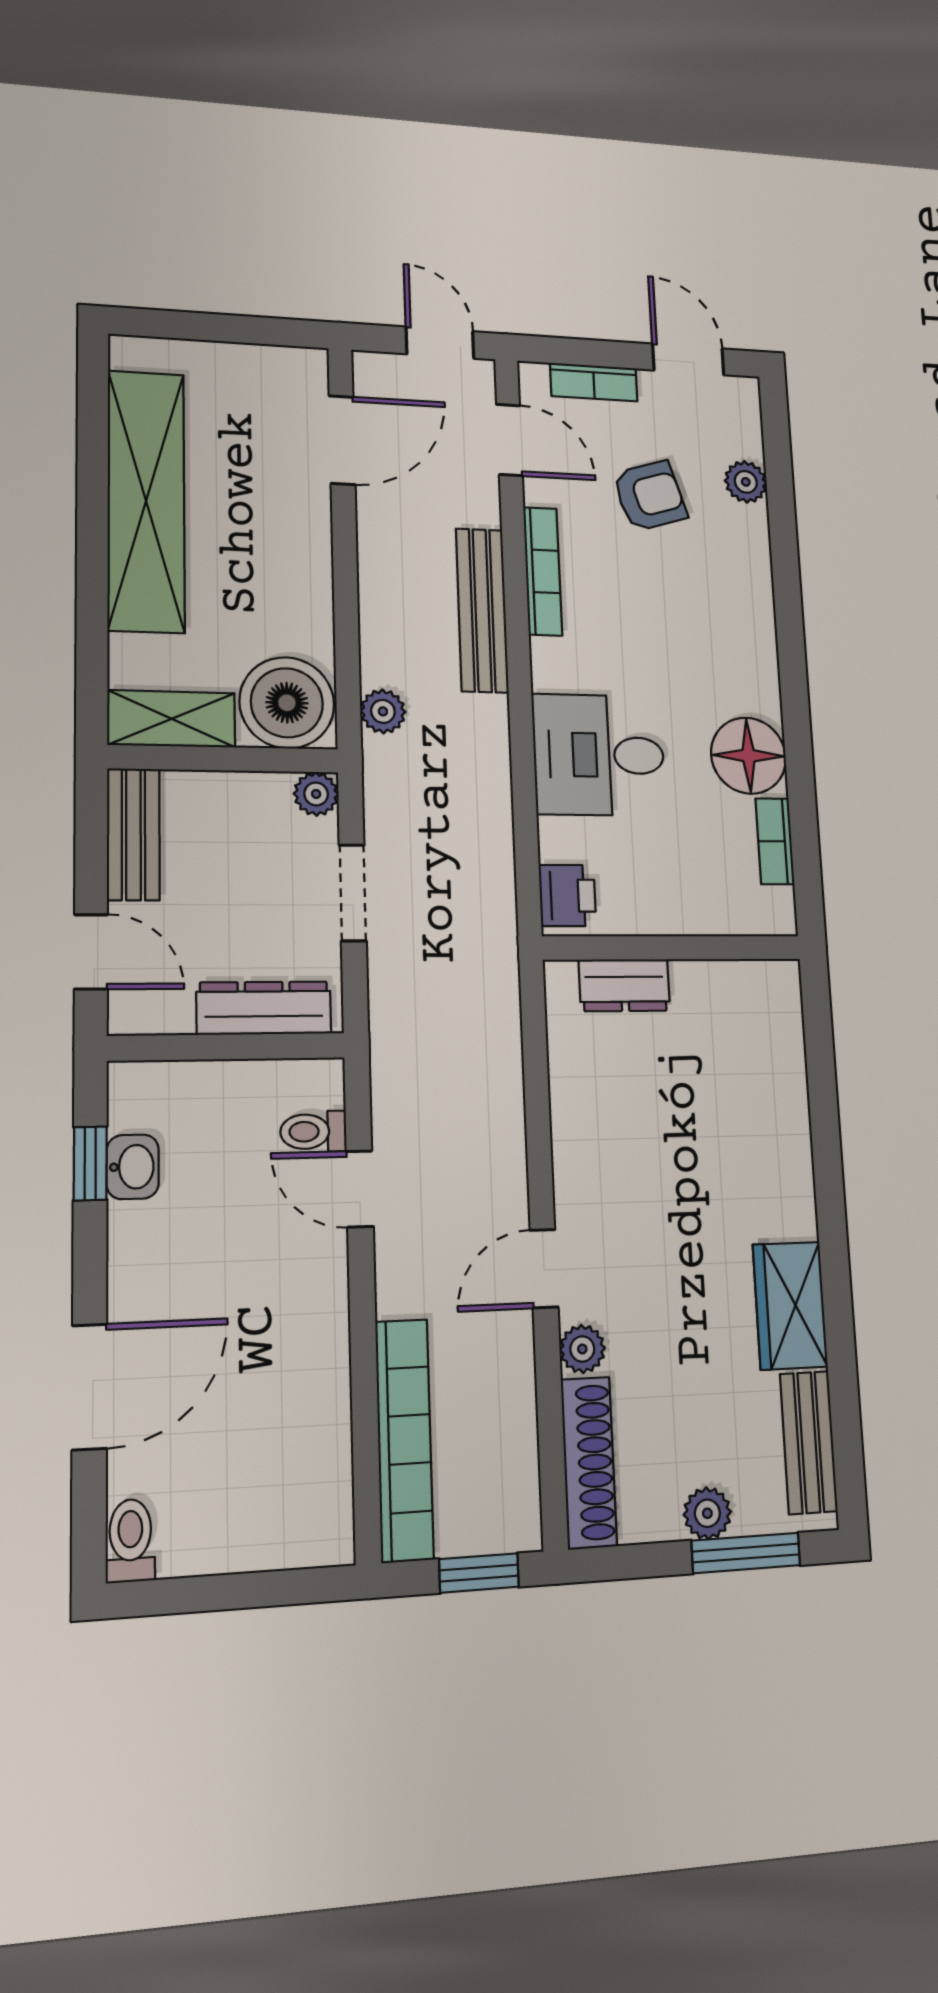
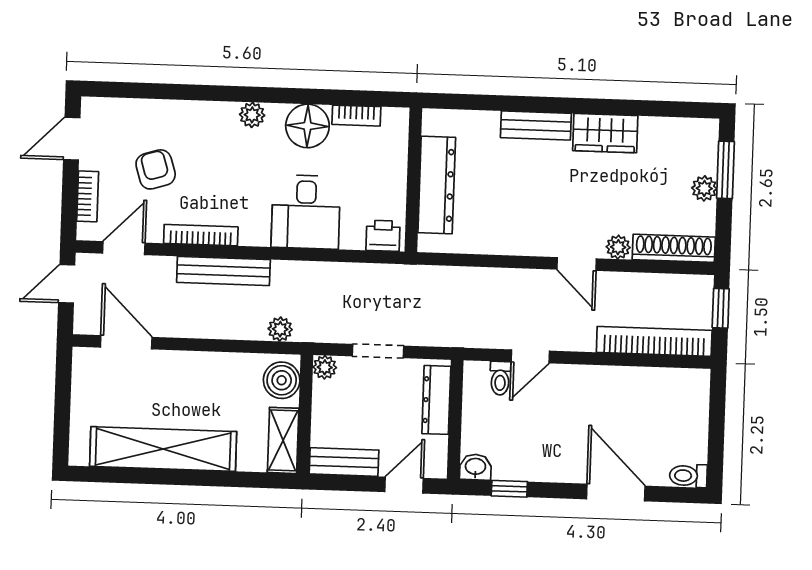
plant: (746, 482) -> (252, 115), moved
boiler: (287, 703) -> (282, 380), width x0.73, depth x0.73
dresser: (624, 985) -> (437, 185), width x1.96, depth x1.24
washbasin: (133, 1167) -> (475, 467), moved
bench: (809, 1442) -> (536, 125), moved

